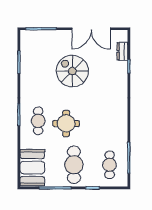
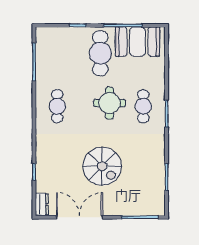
dresser: (122, 51) -> (42, 204), moved
cafe table: (110, 165) -> (57, 106), moved
booth: (32, 168) -> (137, 42), moved, turned 90

